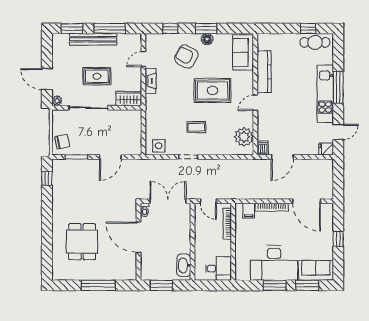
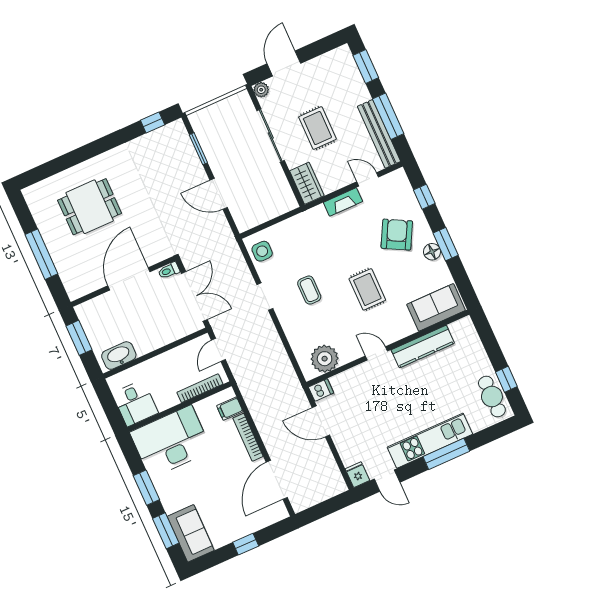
bench: (93, 39) -> (379, 134), moved
rug: (212, 90) -> (367, 289), width x0.73, depth x0.70
chair: (62, 142) -> (210, 121), removed
desk: (274, 263) -> (171, 442), moved, turned 90

